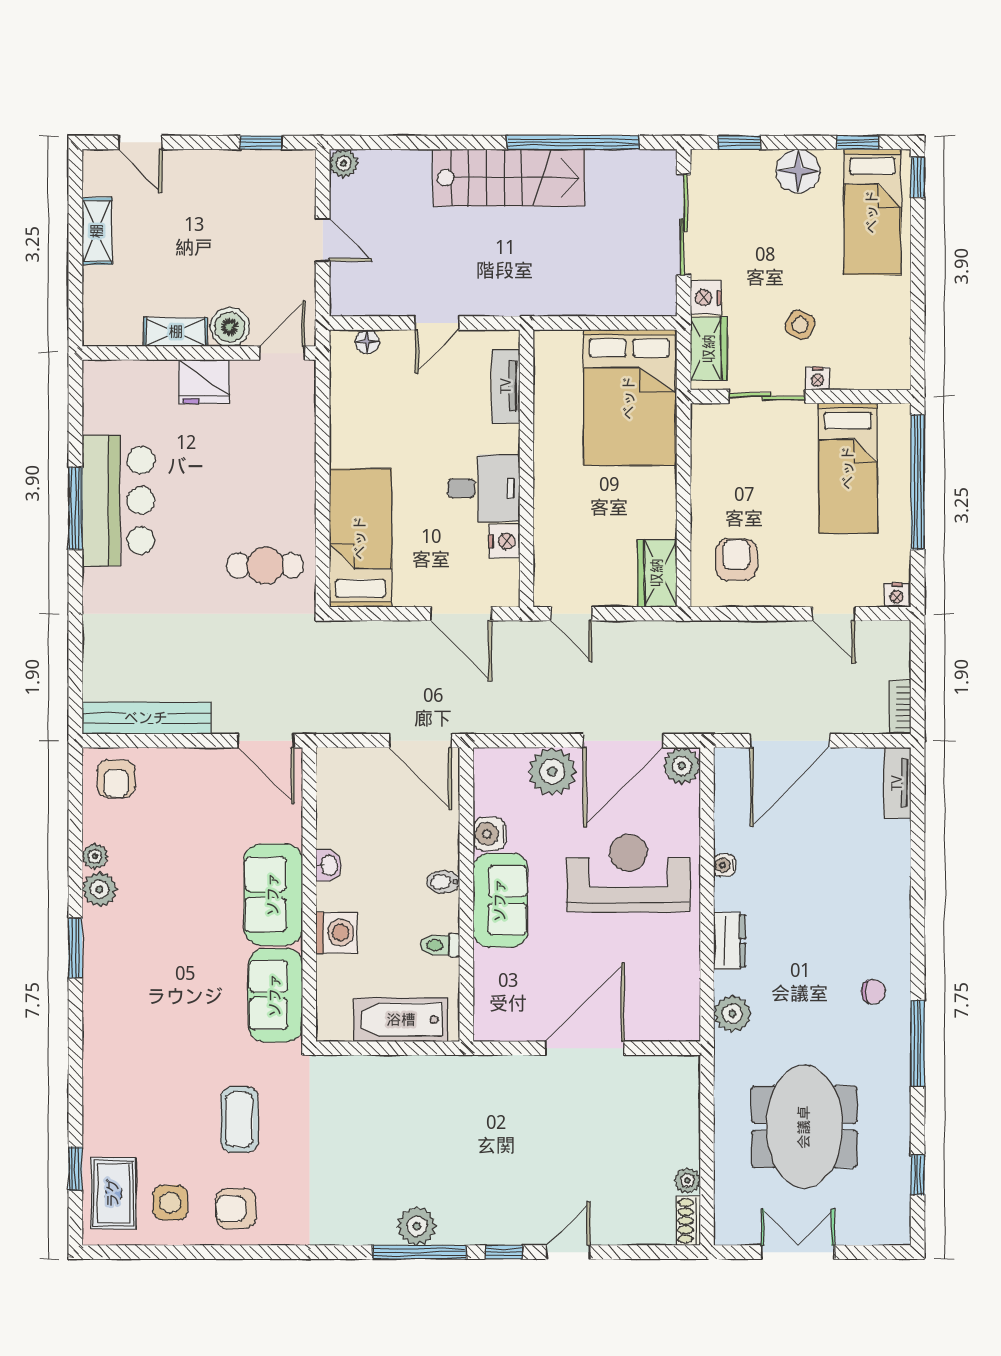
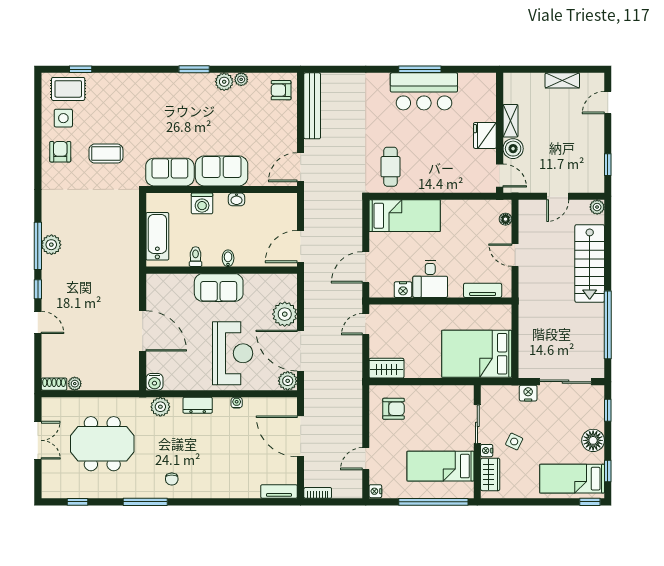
stairs: (509, 178) -> (590, 264), moved
wardrobe: (709, 349) -> (490, 474), moved, turned -90
water cooler: (489, 834) -> (154, 382), moved, turned 180

